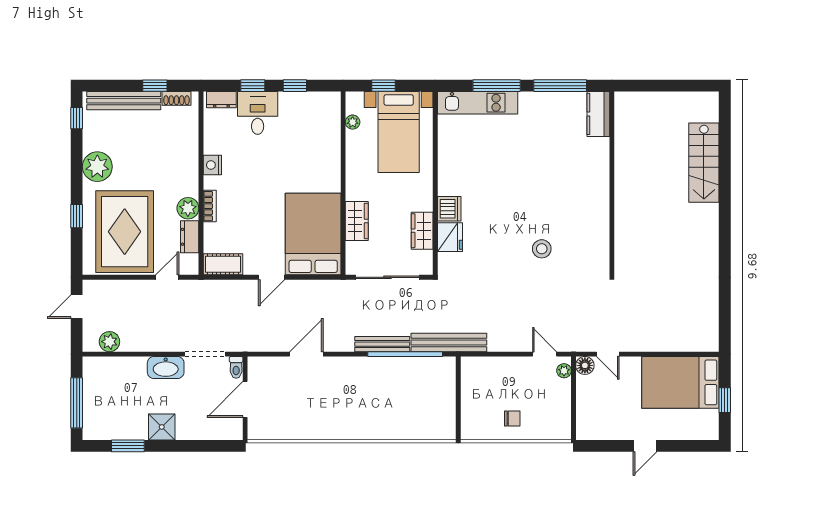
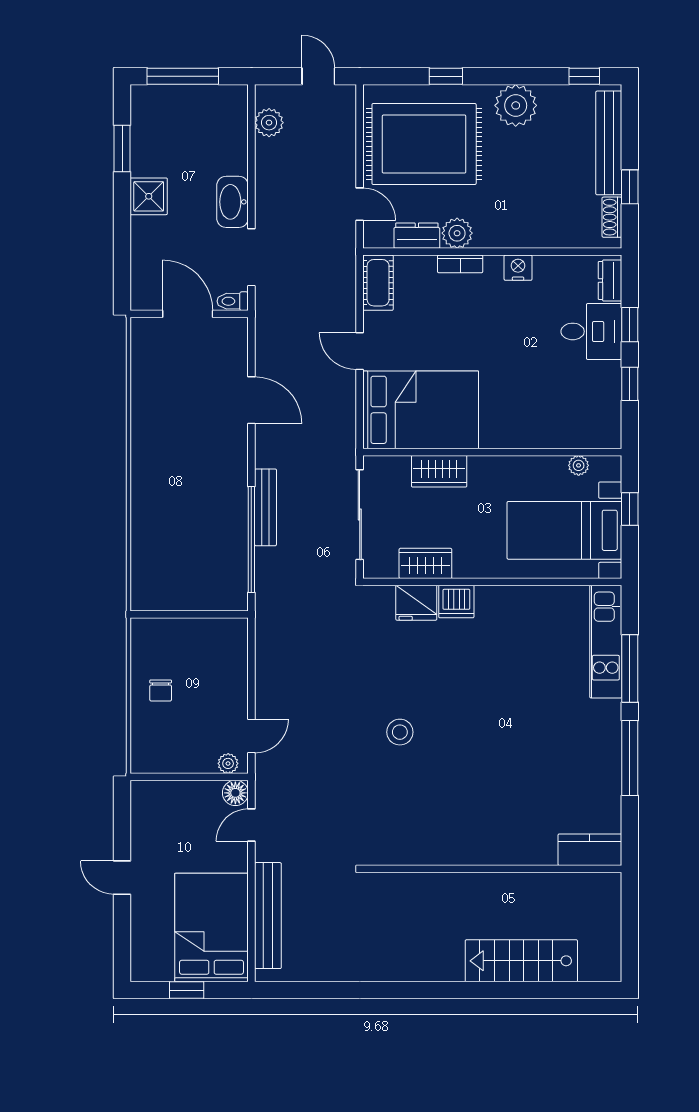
kitchen counter: (598, 114) -> (590, 850), moved
wall: (612, 183) -> (492, 869), moved
bench: (449, 342) -> (268, 916), moved

